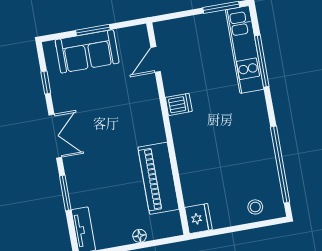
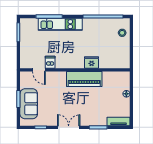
kitchen unit: (245, 49) -> (60, 24), moved
dishwasher: (179, 104) -> (50, 62), moved
piano: (158, 178) -> (84, 79), moved
fridge: (198, 219) -> (92, 62), moved

